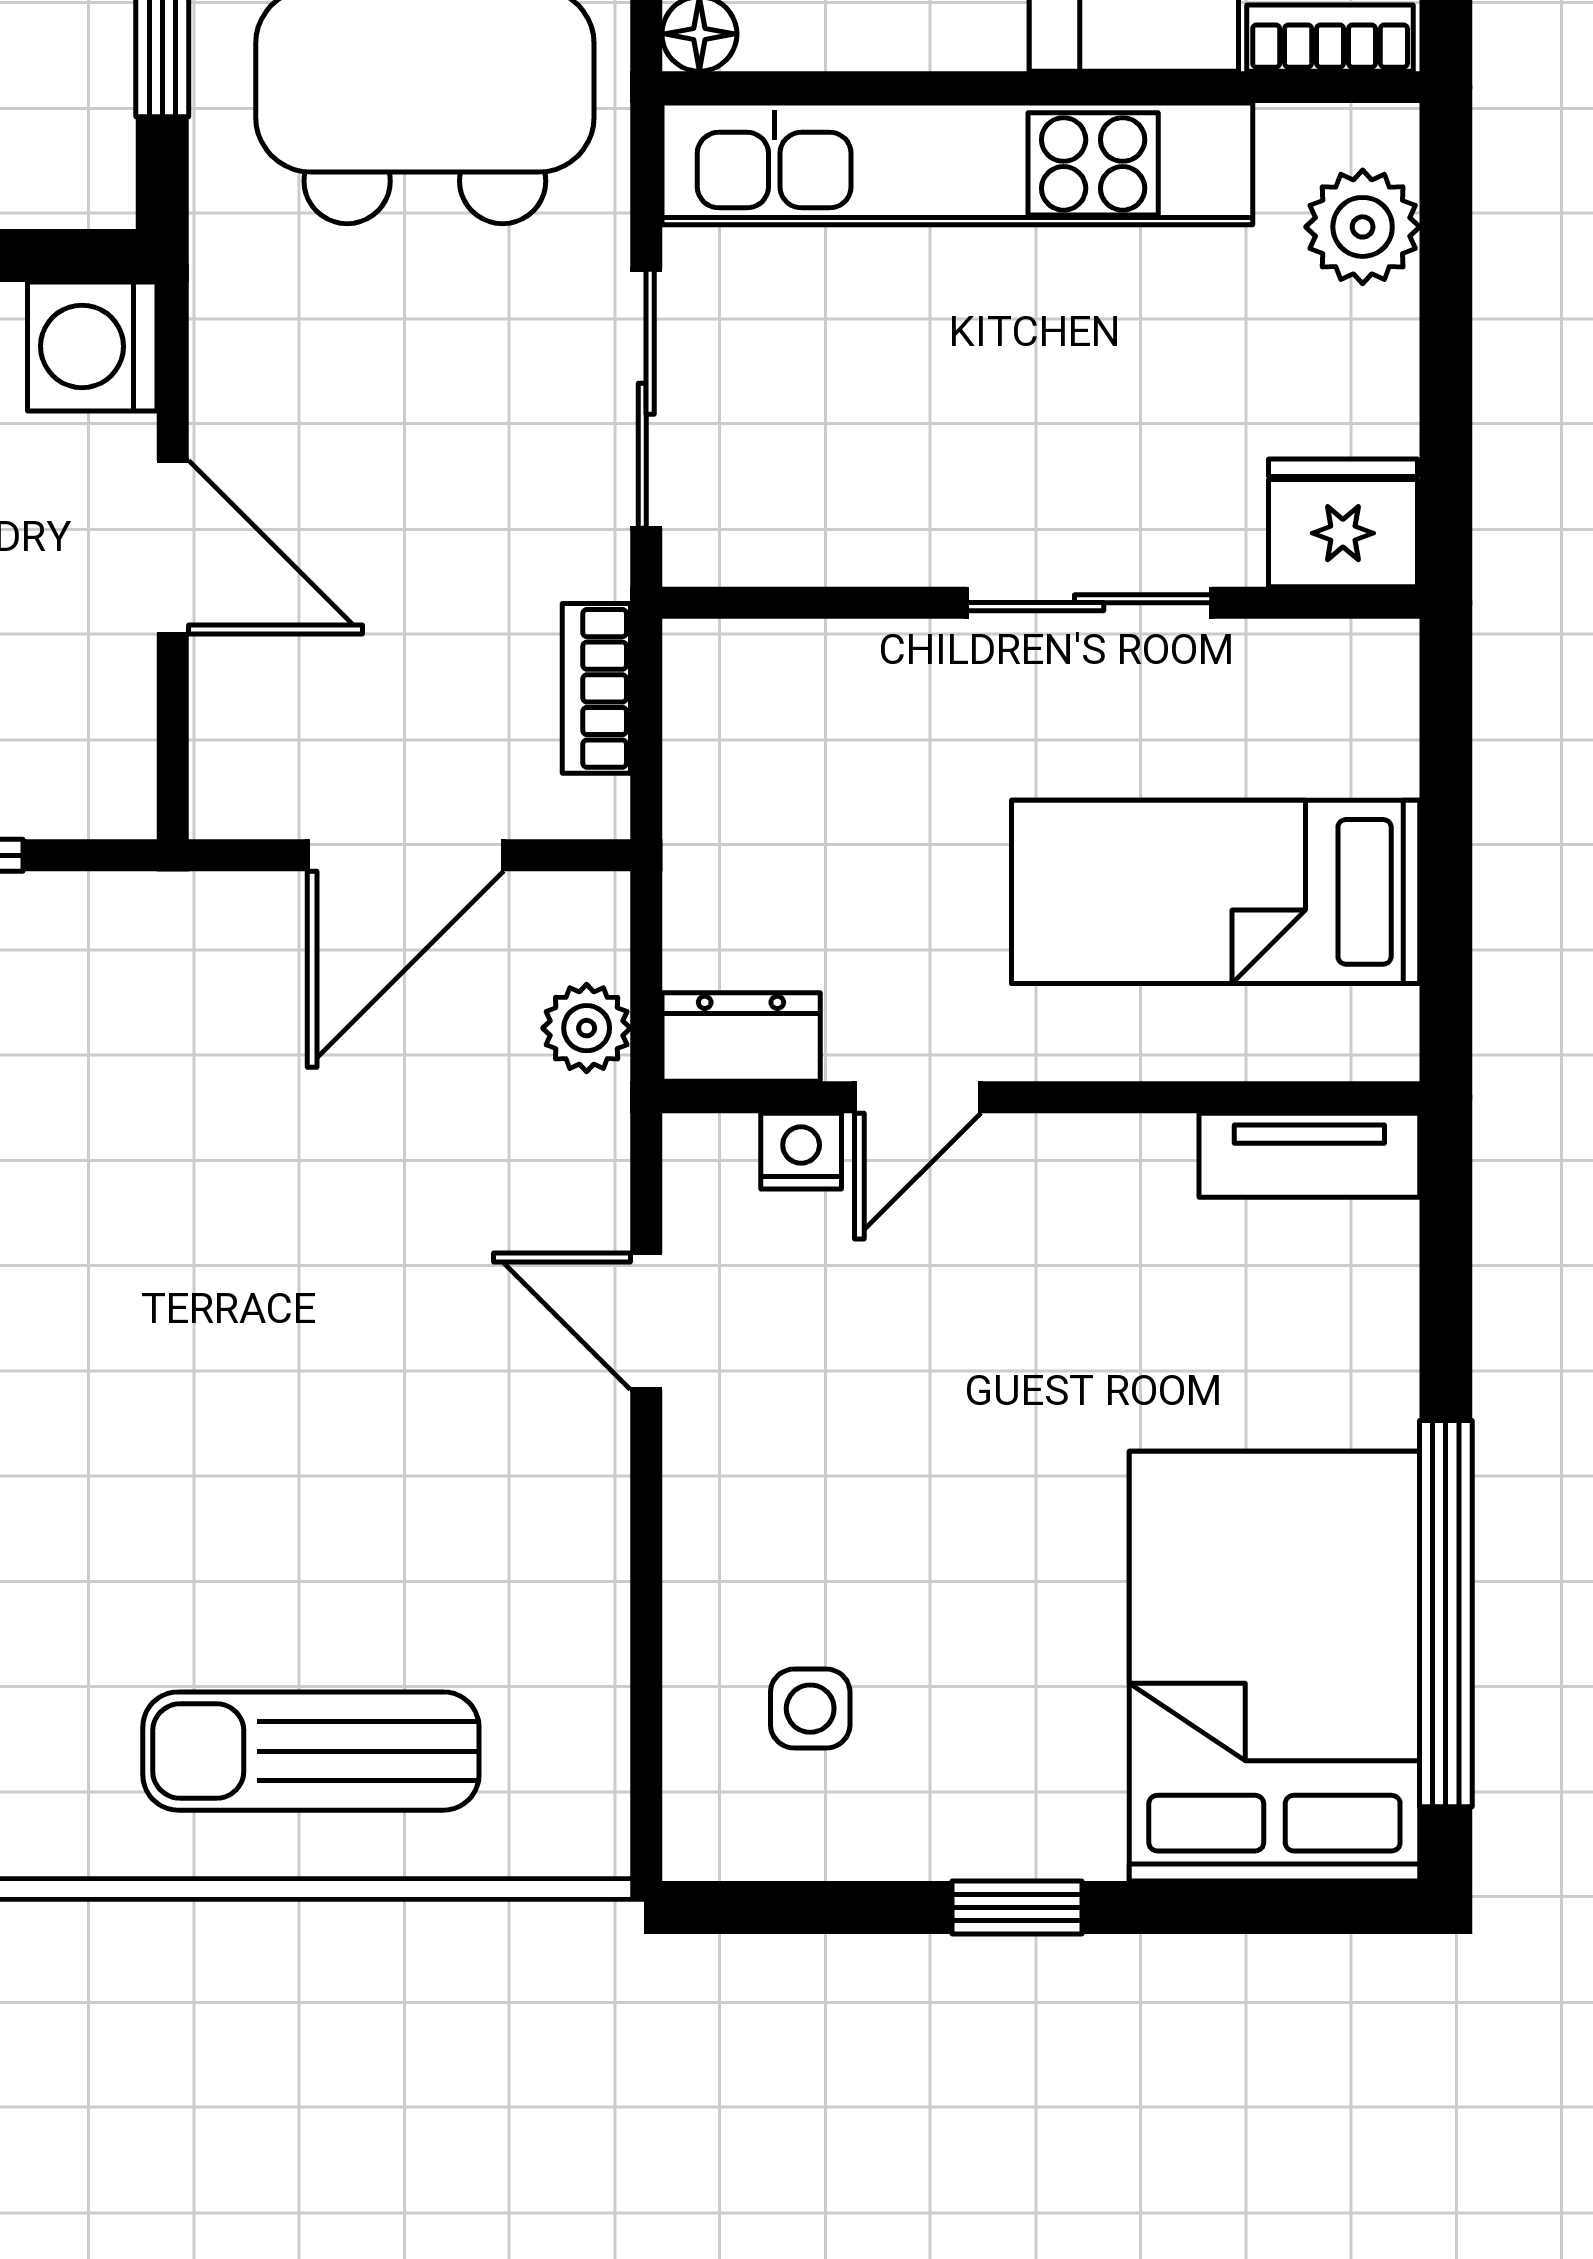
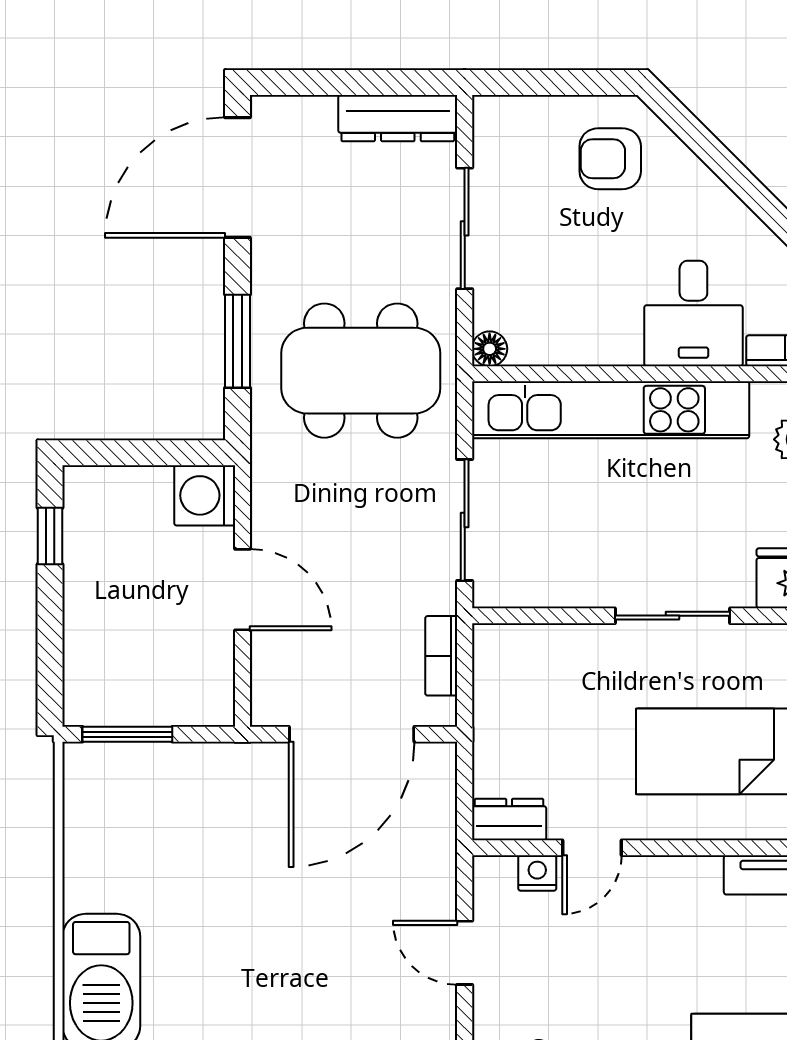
door: (406, 855) -> (352, 734), width x1.36
plant: (587, 1028) -> (437, 815), removed

